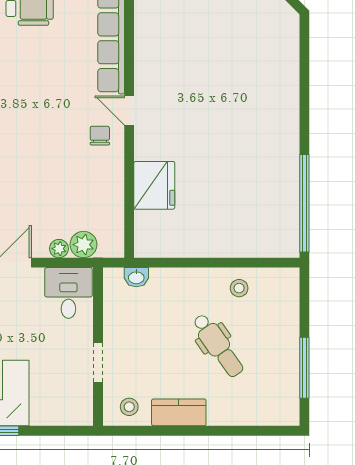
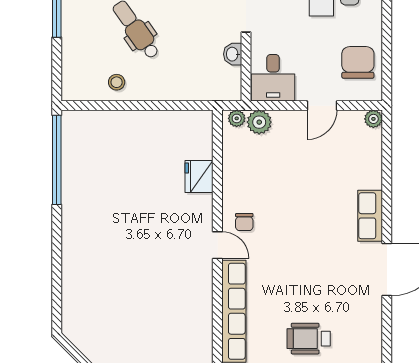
fridge: (154, 185) -> (199, 176), width x0.73, depth x0.75
plant: (59, 249) -> (237, 118), moved
washbasin: (136, 277) -> (233, 54), moved, turned -90

